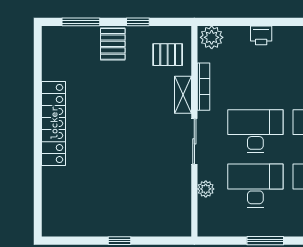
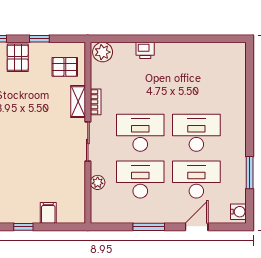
bookcase: (203, 87) -> (96, 102), width x0.64
filing cabinet: (148, 224) -> (48, 213), added

